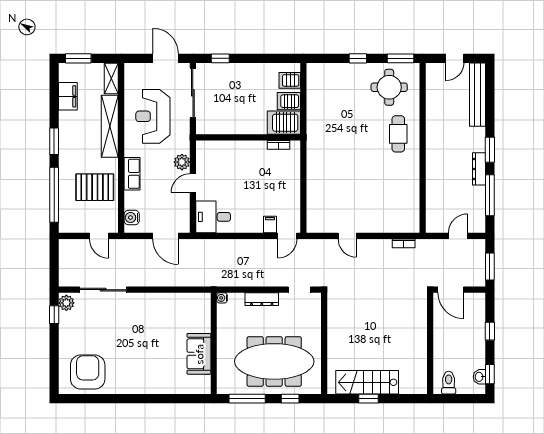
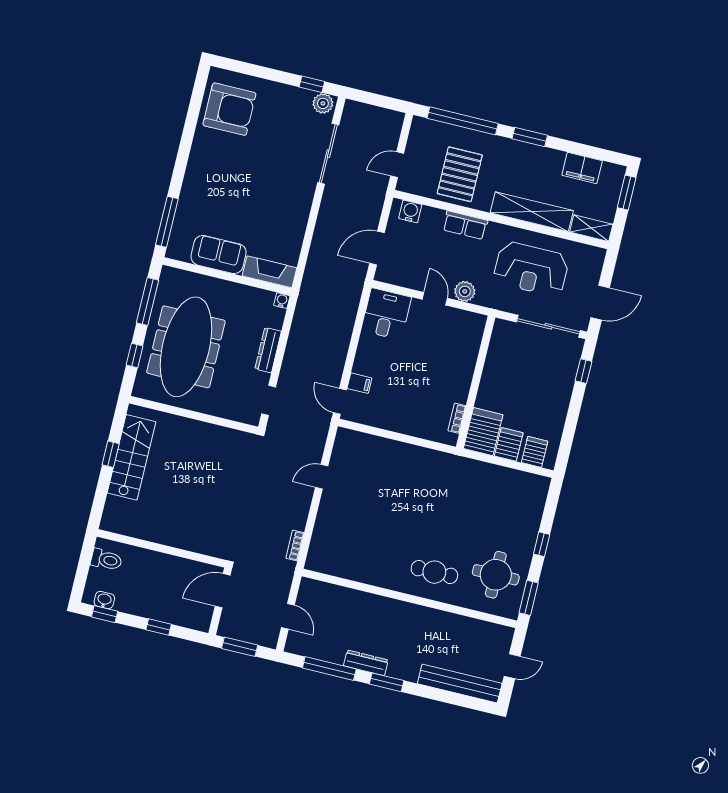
door: (455, 58) -> (512, 666), swing flipped
reception desk: (153, 116) -> (531, 269), turned 180
fireplace: (203, 312) -> (269, 272), added
window: (184, 399) -> (167, 222), added

